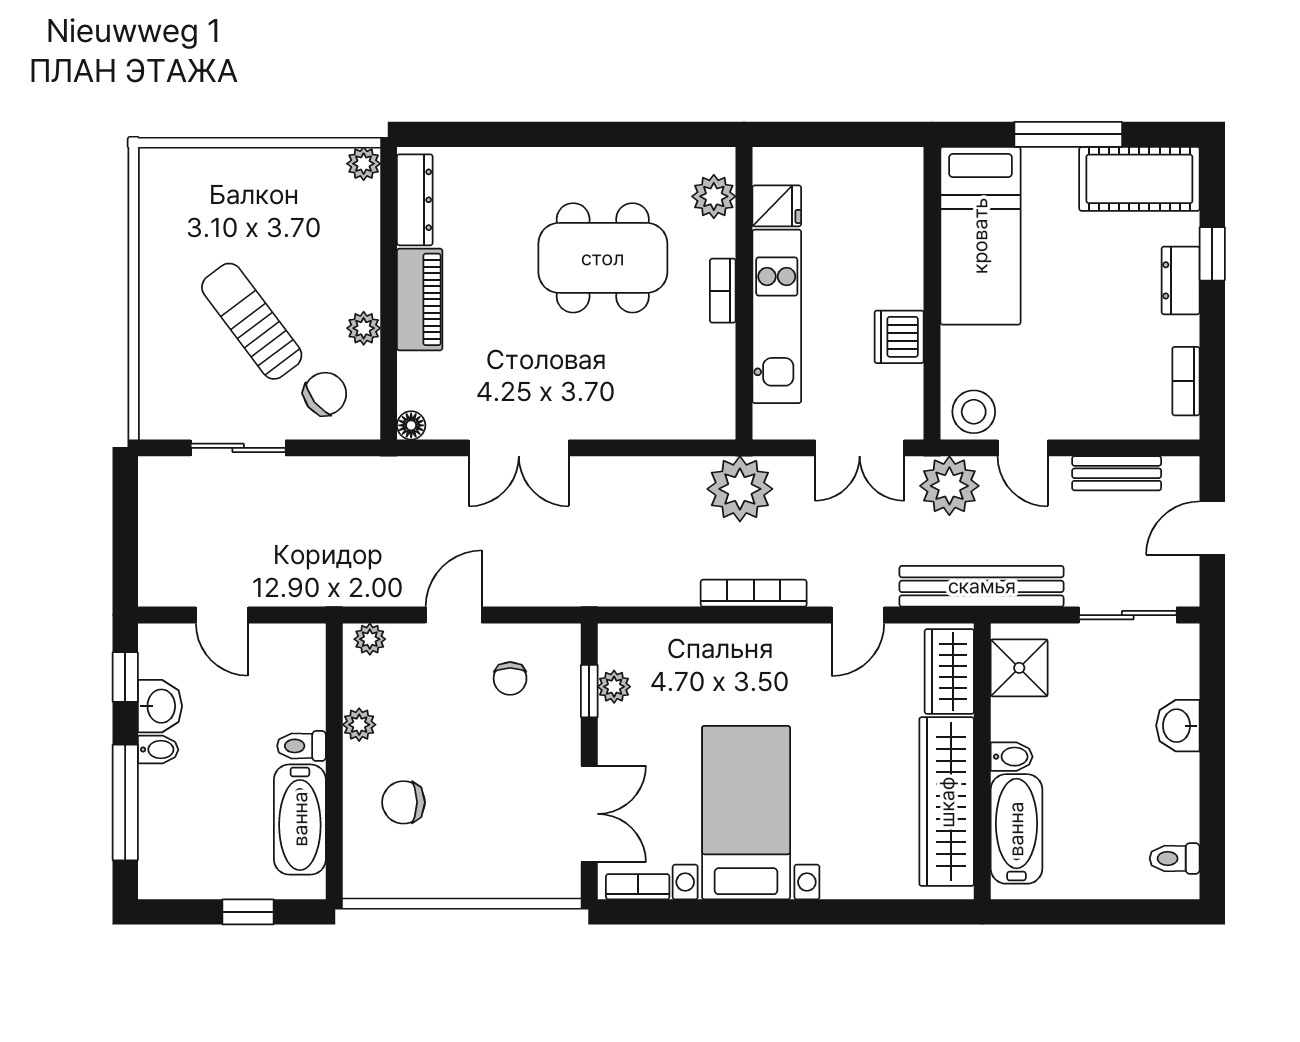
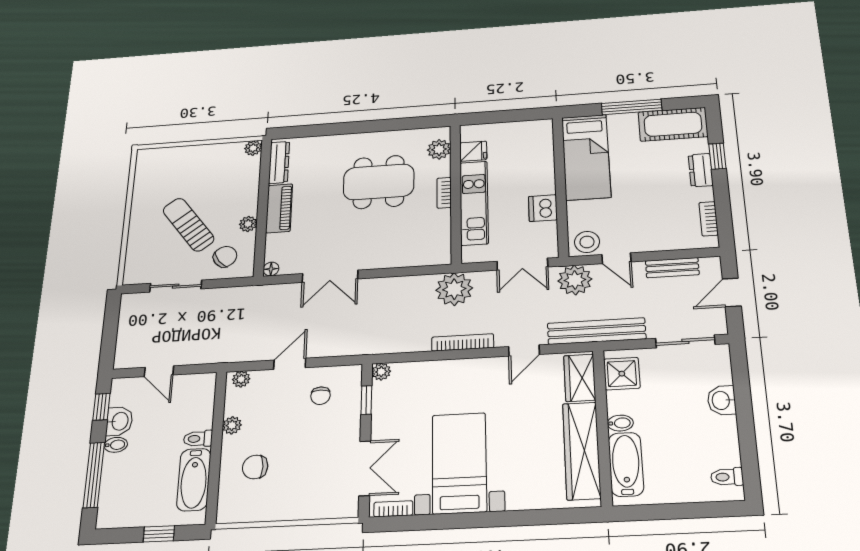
plant: (614, 687) -> (381, 372), moved

